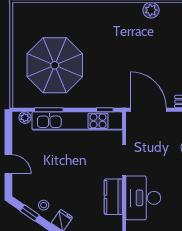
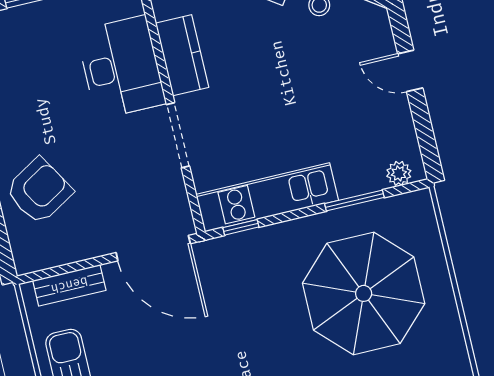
kitchen unit: (77, 121) -> (267, 197), width x0.73

